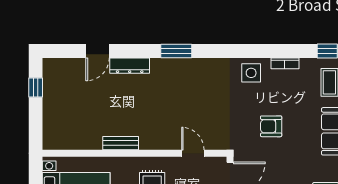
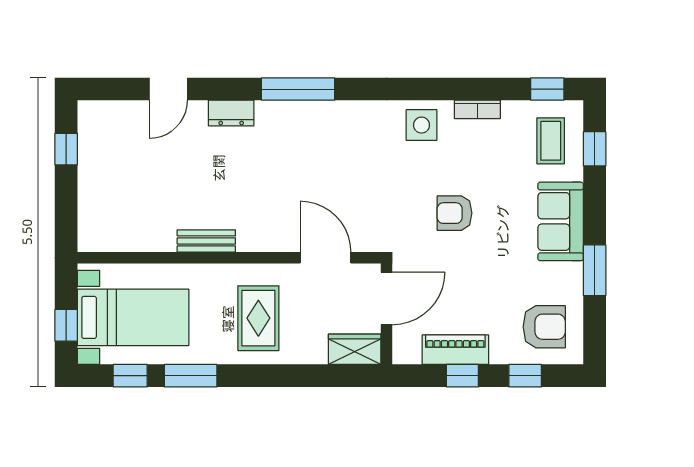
window: (176, 51) -> (298, 89), width x1.44
dresser: (130, 66) -> (231, 113), width x0.70
door: (193, 153) -> (325, 258), width x1.38

